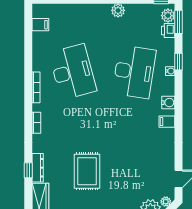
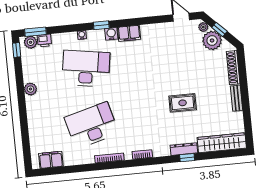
filing cabinet: (40, 25) -> (51, 160), width x2.00
window: (179, 62) -> (101, 25), moved
filing cabinet: (167, 122) -> (129, 33), width x2.00
rug: (87, 171) -> (183, 103), width x0.73, depth x0.70

